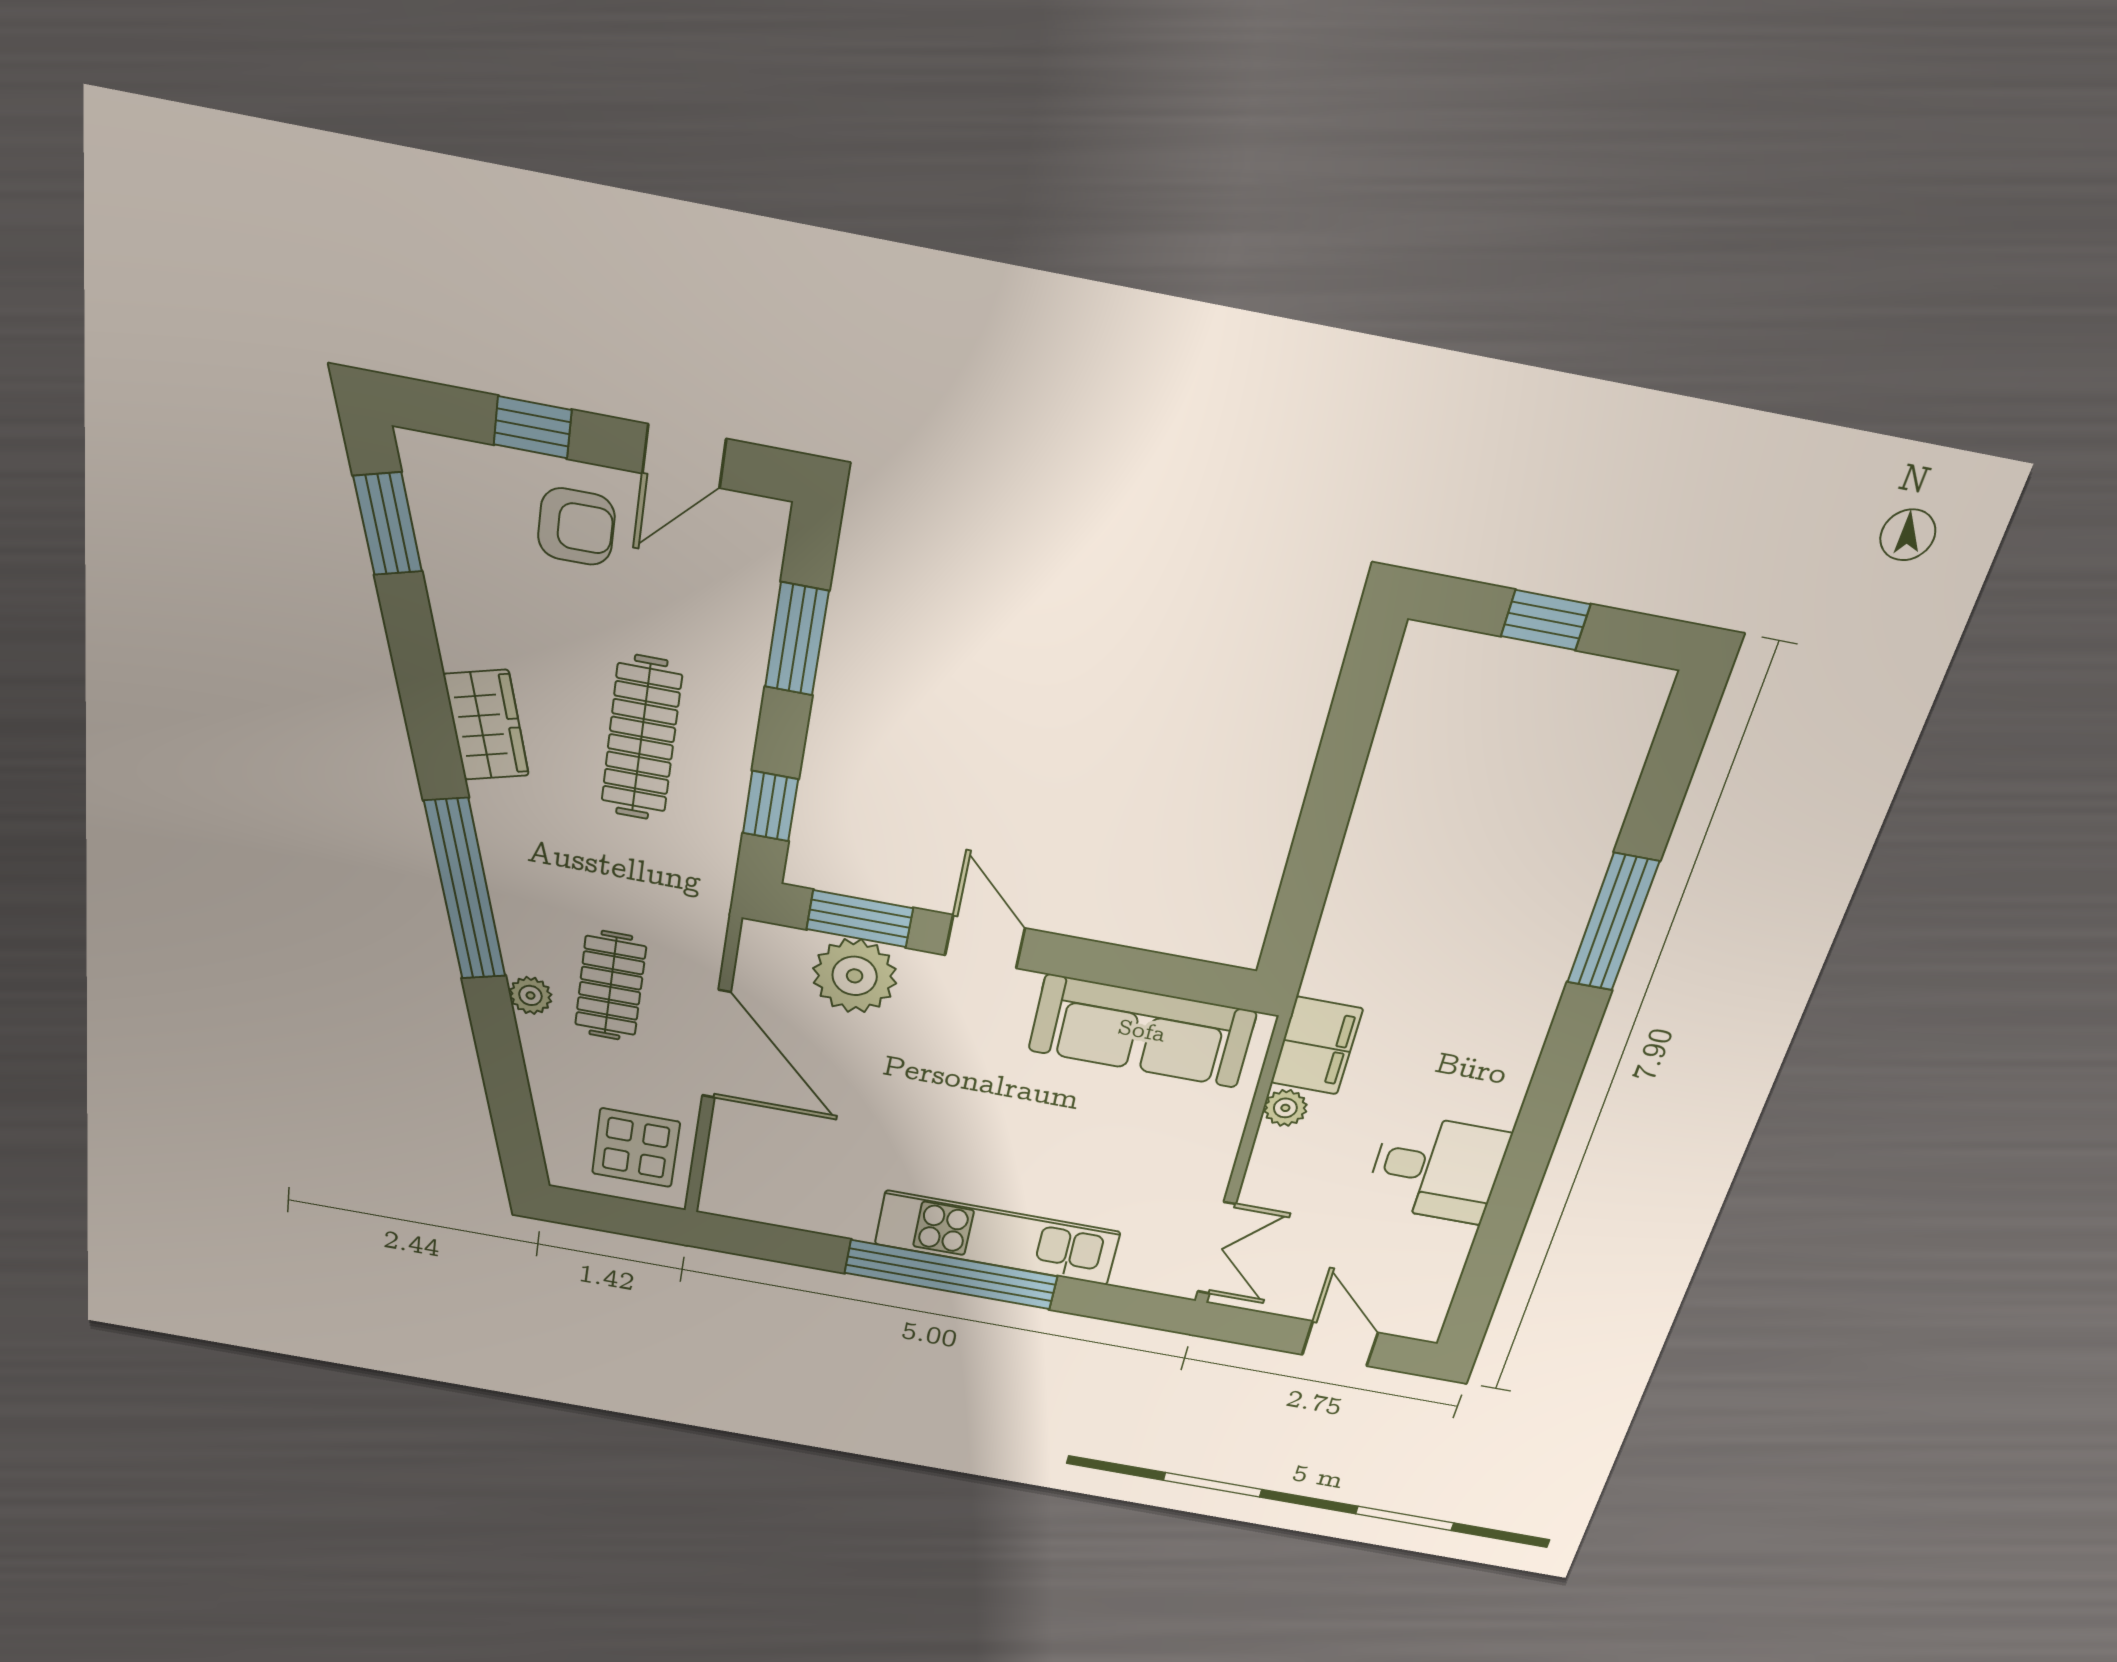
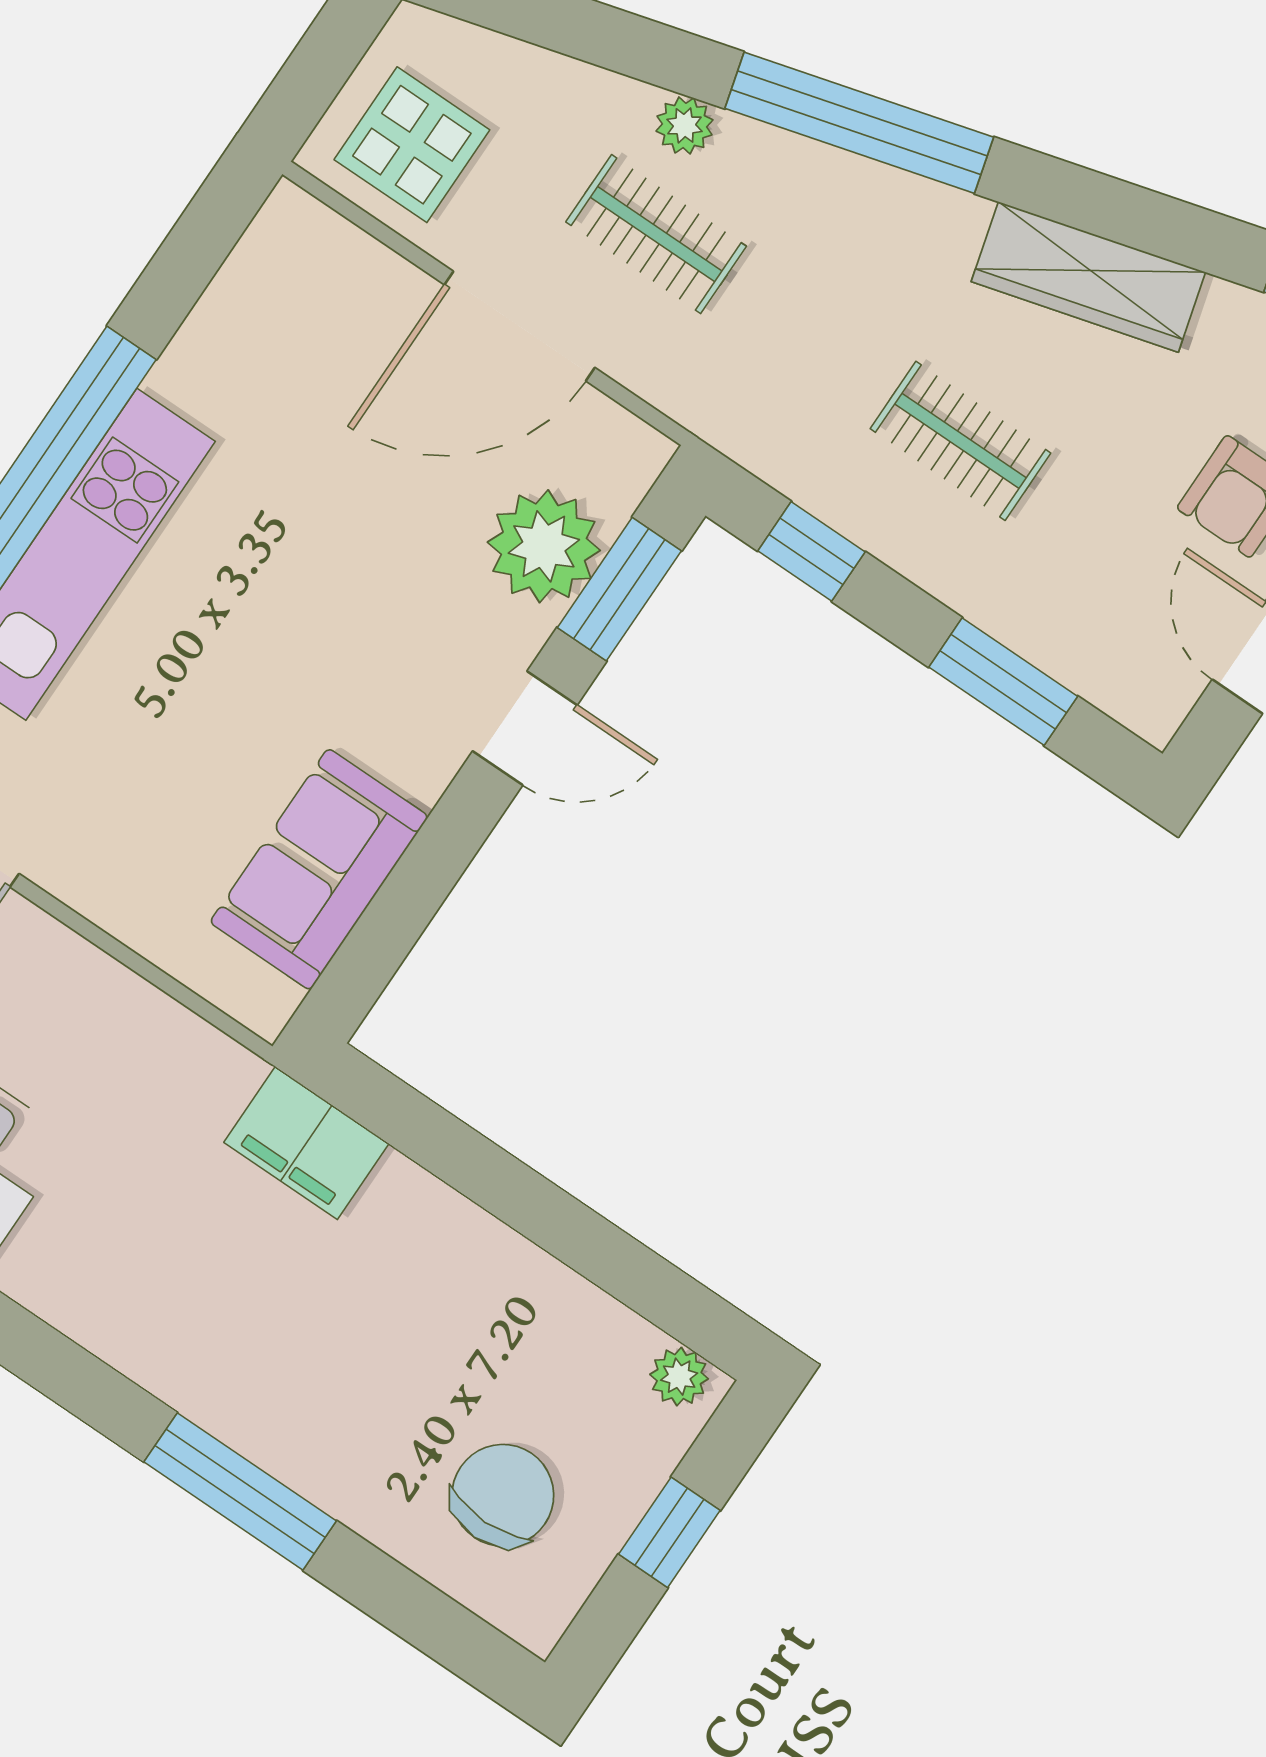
wardrobe: (486, 725) -> (1088, 277), width x1.50
clothes rail: (641, 738) -> (960, 441), width x0.73
chair: (1556, 748) -> (503, 1495), added
sofa: (1142, 1031) -> (319, 869), width x0.73
filing cabinet: (1317, 1046) -> (306, 1143), moved
plant: (1285, 1108) -> (679, 1377), moved

